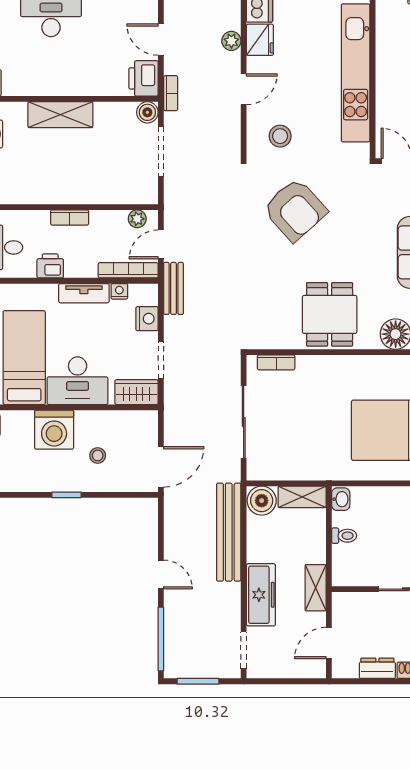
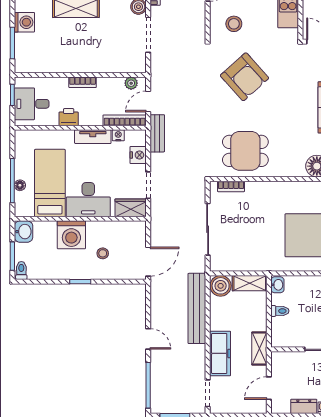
dining table: (330, 314) -> (245, 151), moved, turned 90

